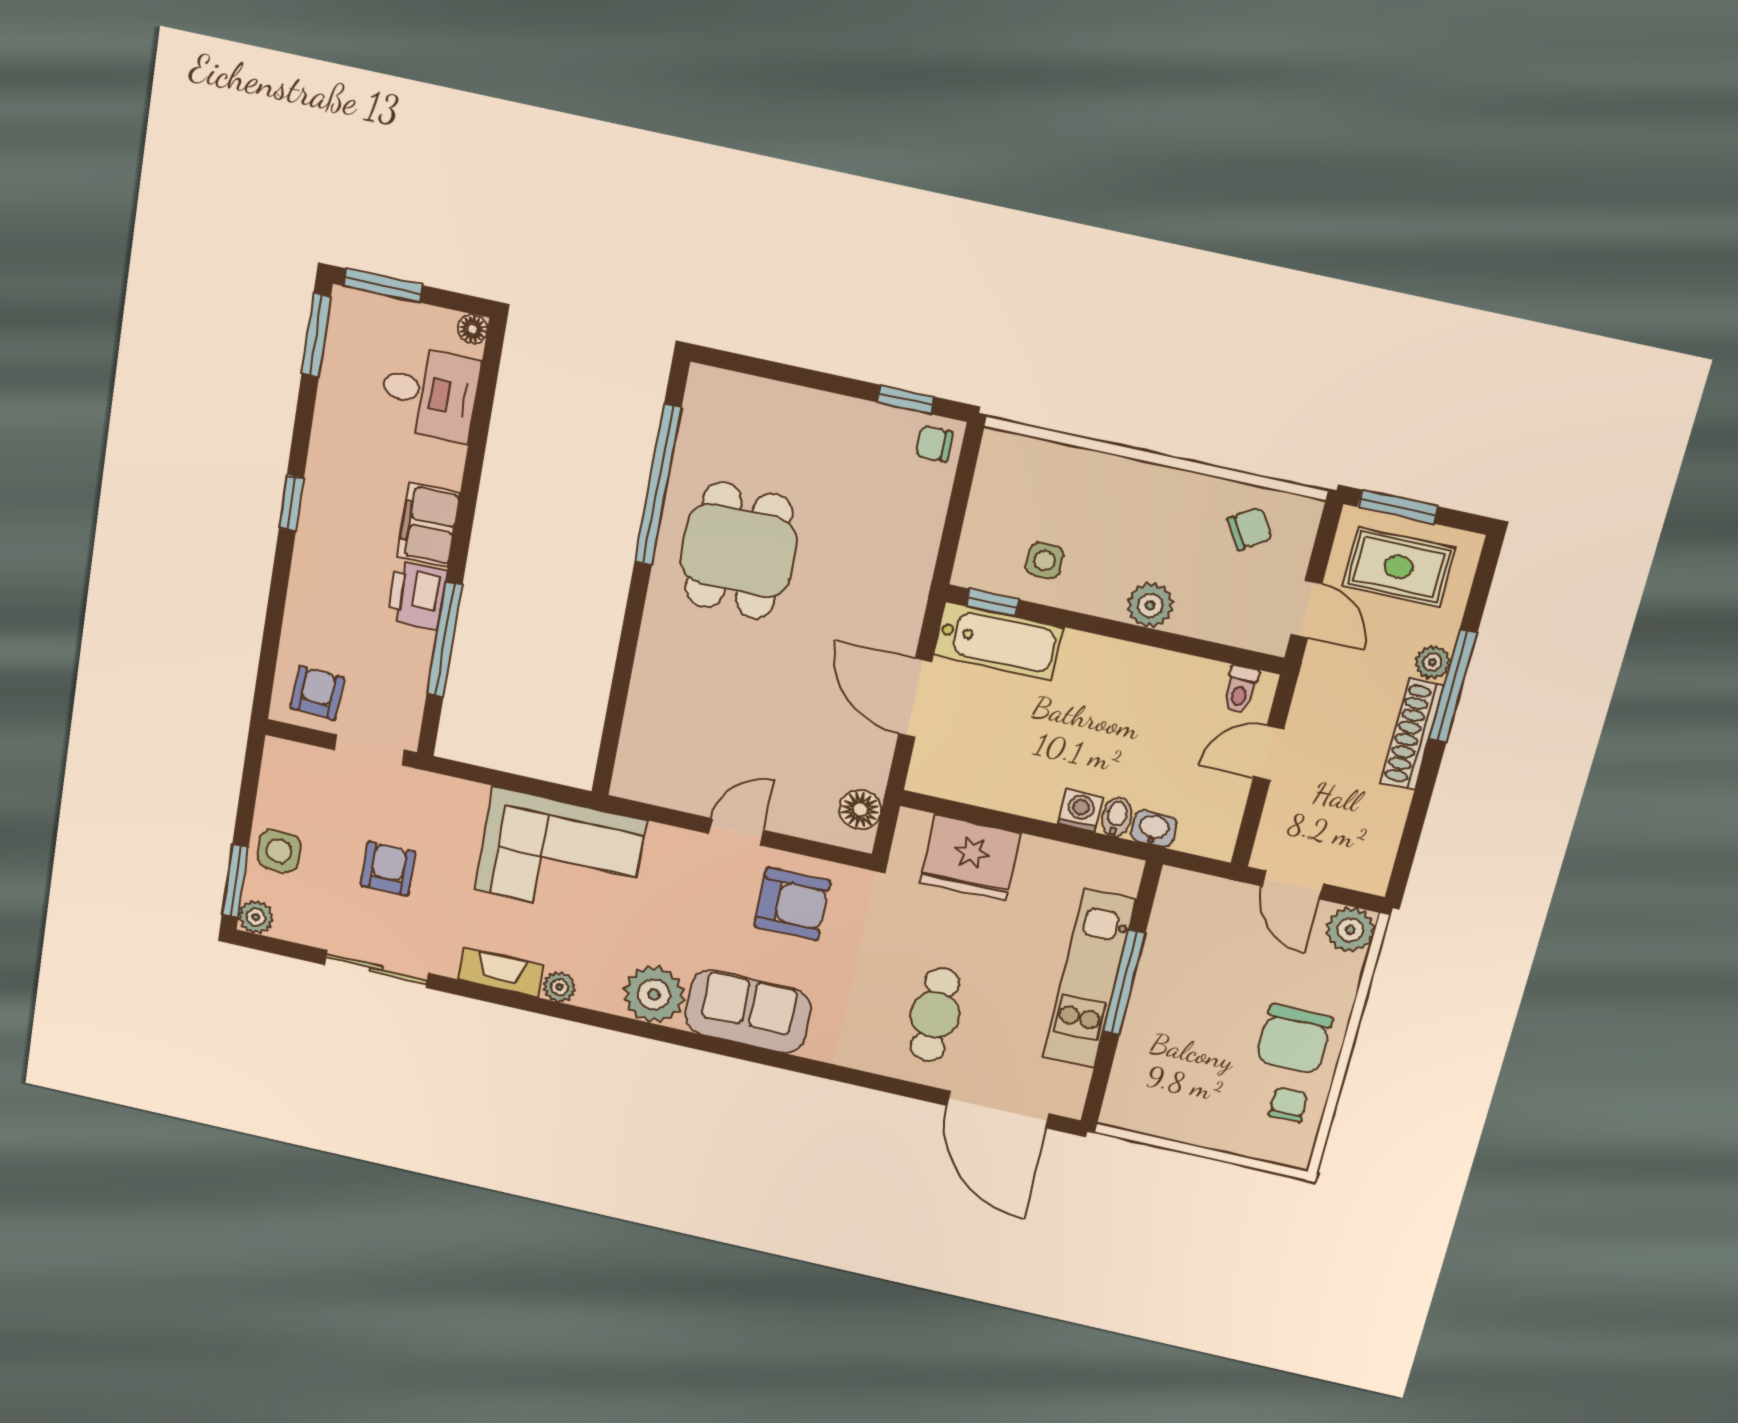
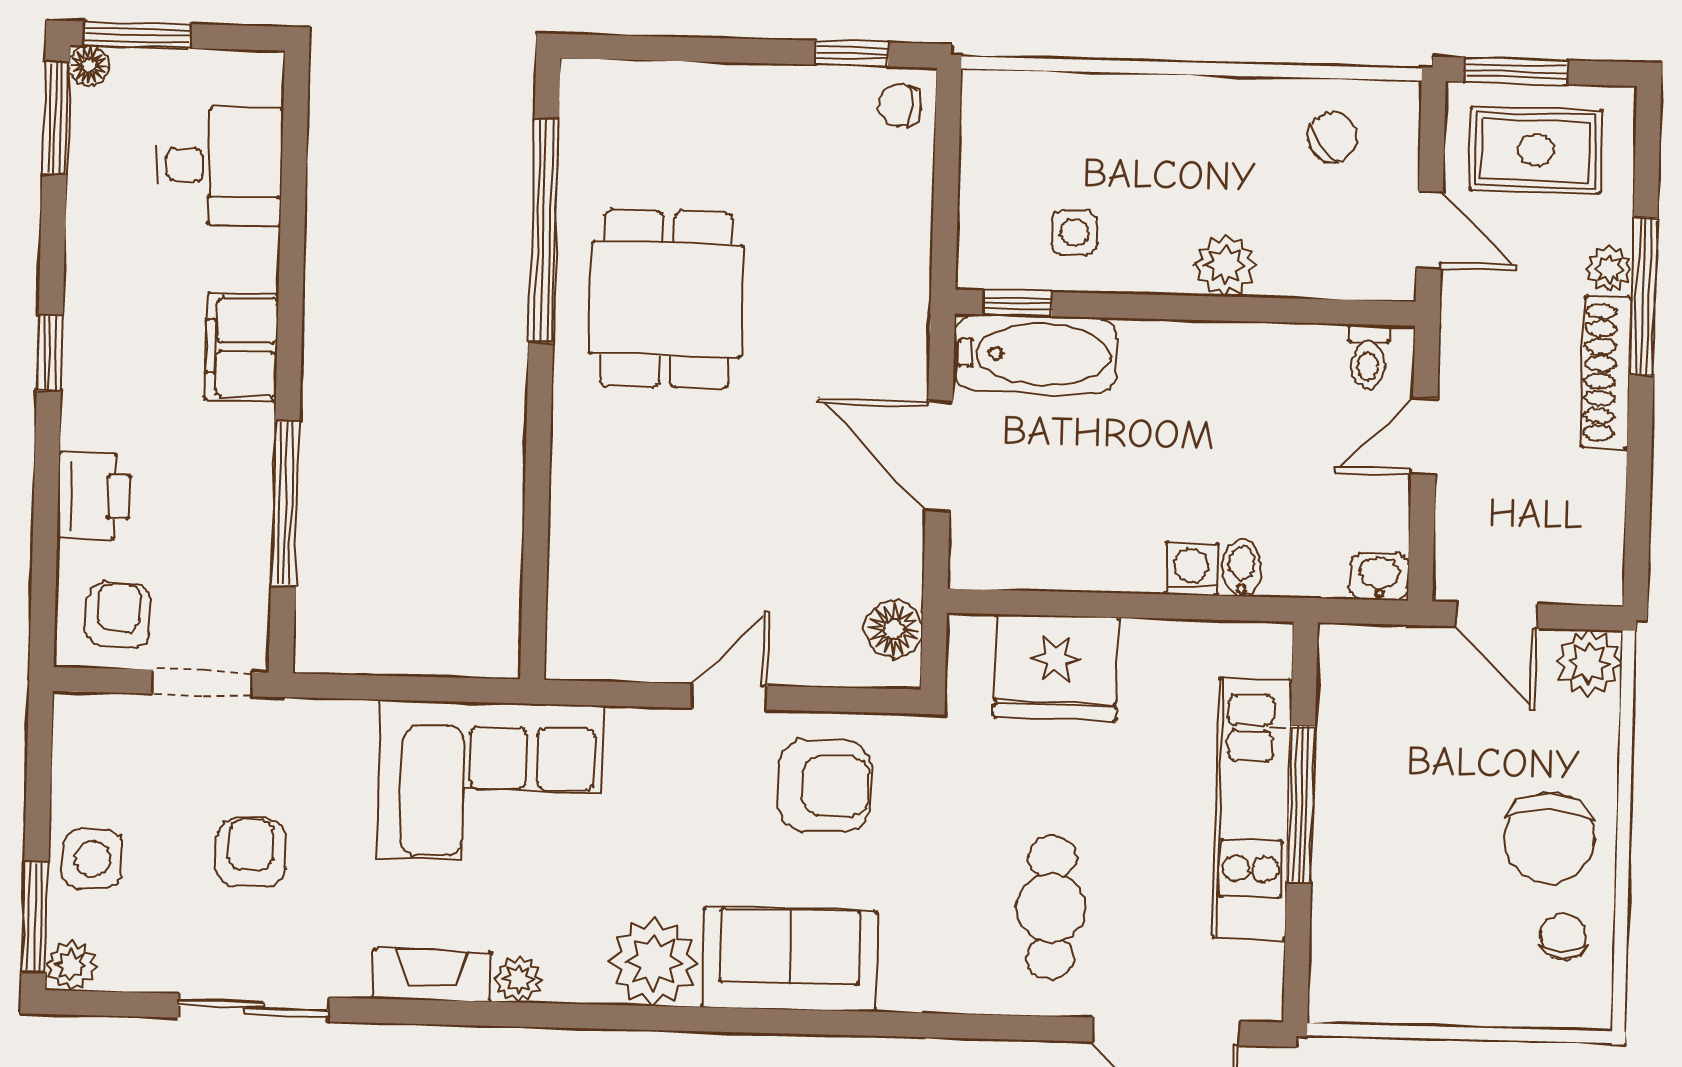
floor lamp: (473, 329) -> (89, 65), moved
printer: (417, 595) -> (94, 496), moved, turned 180
washbasin: (1154, 829) -> (1380, 577), moved

